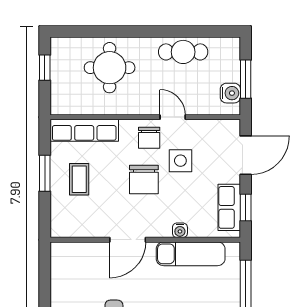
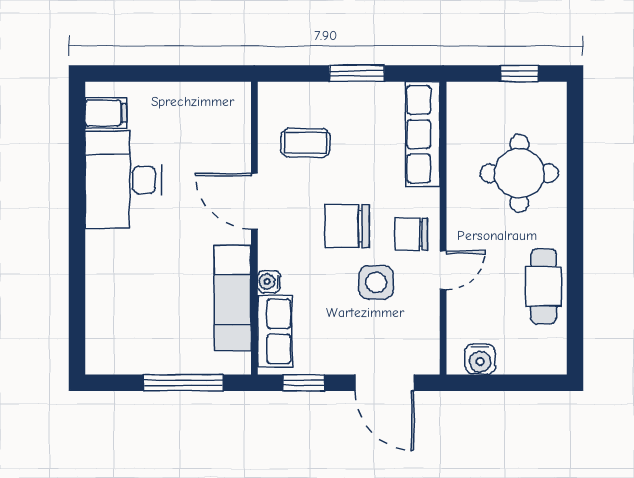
window: (246, 79) -> (502, 383), removed
coffee table: (79, 179) -> (306, 143), moved
row of seats: (229, 207) -> (275, 331), moved, turned 90

